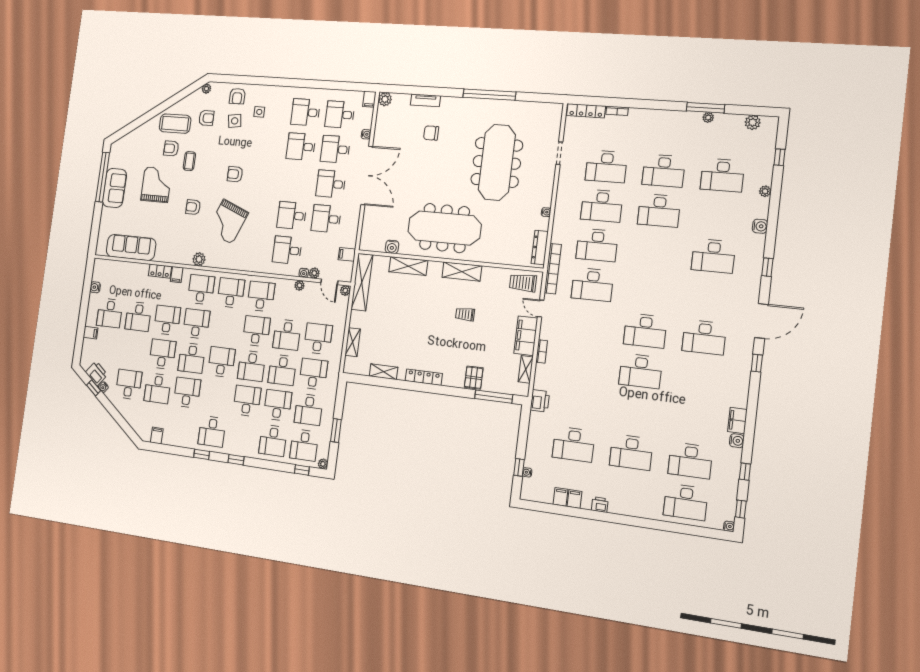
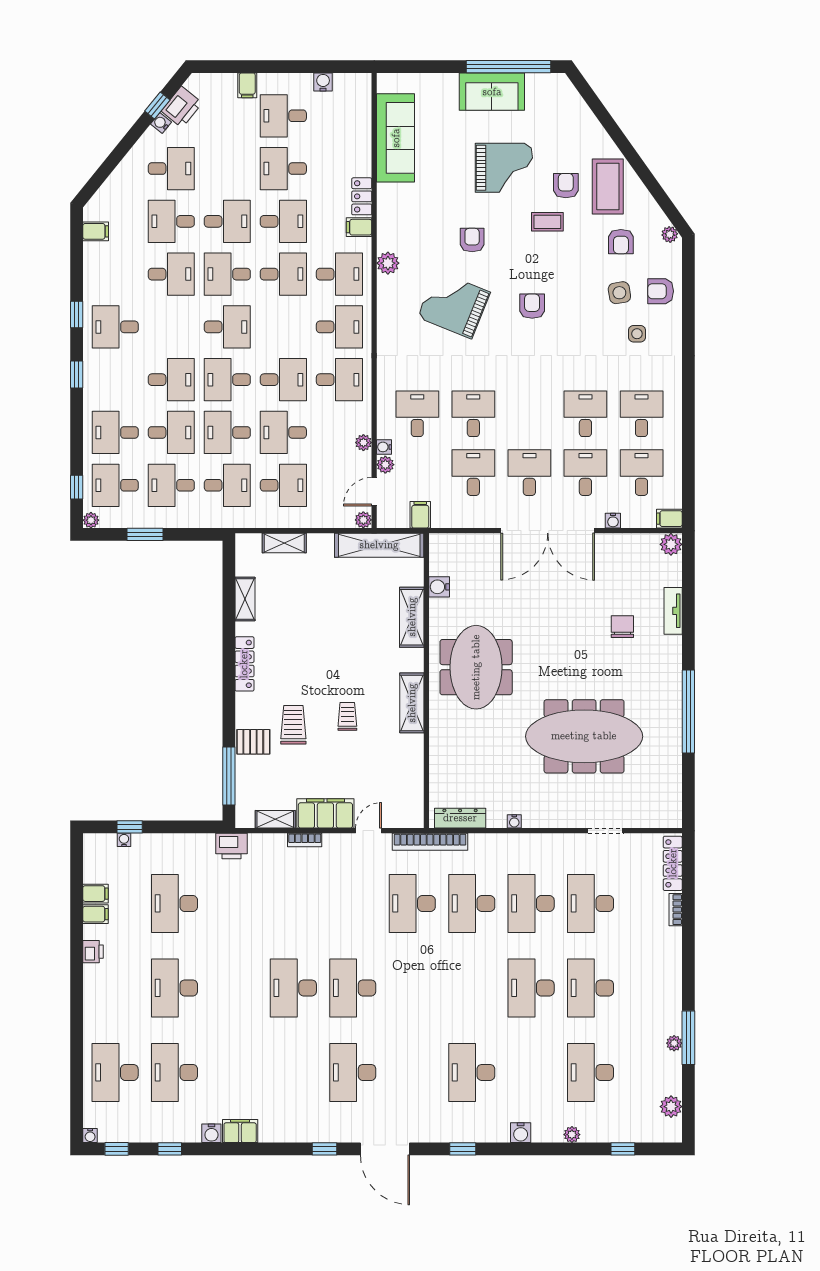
meeting table: (445, 228) -> (476, 667), width x0.73
trolley: (523, 283) -> (293, 725), moved

